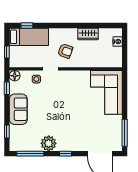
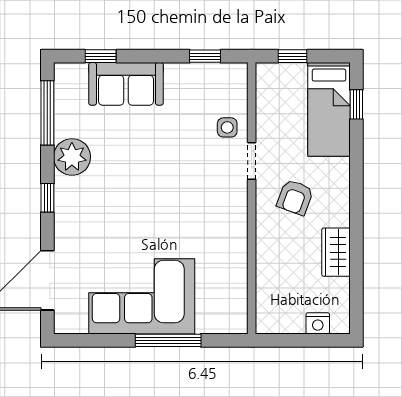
floor lamp: (15, 76) -> (235, 75), removed
corner sofa: (106, 92) -> (142, 296), moved
sofa: (18, 109) -> (126, 84), moved
window: (125, 133) -> (168, 340), moved

